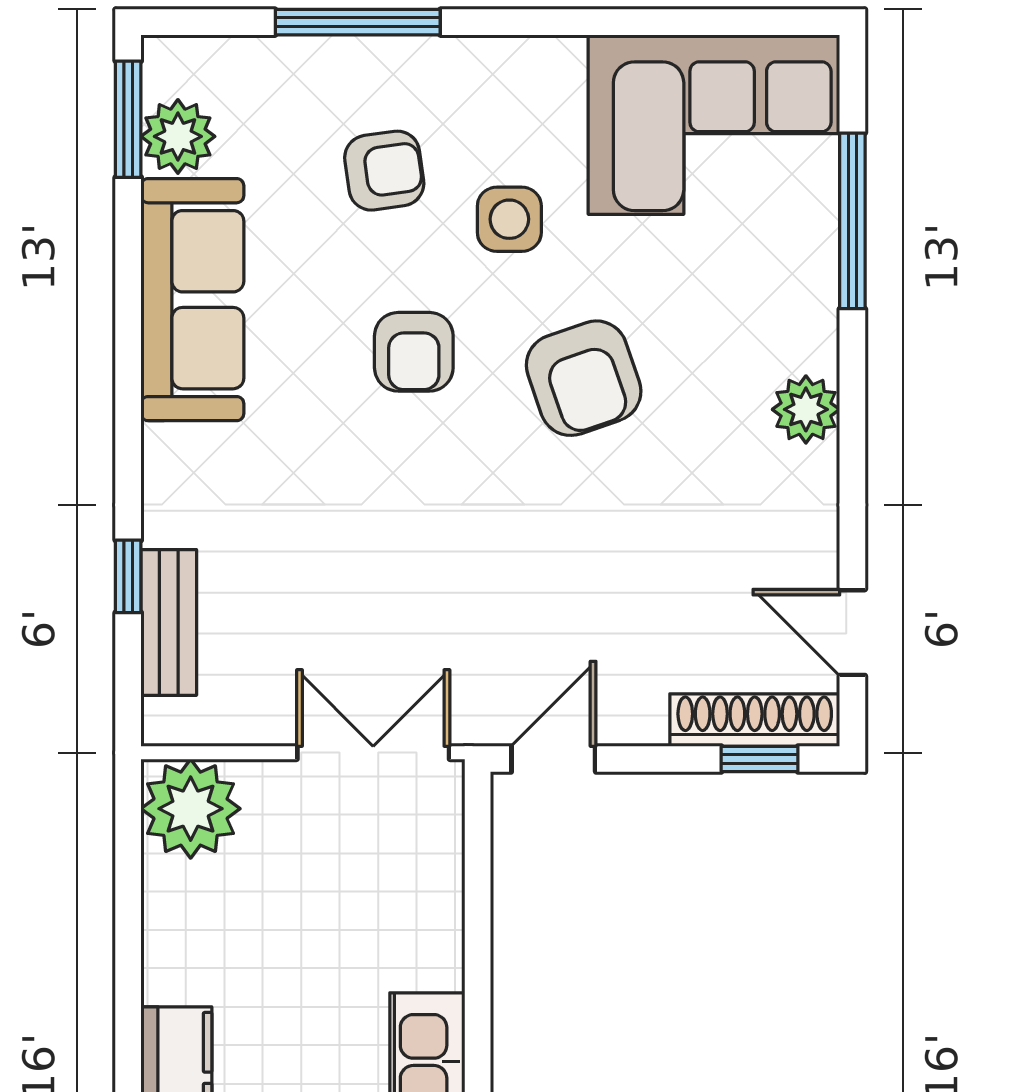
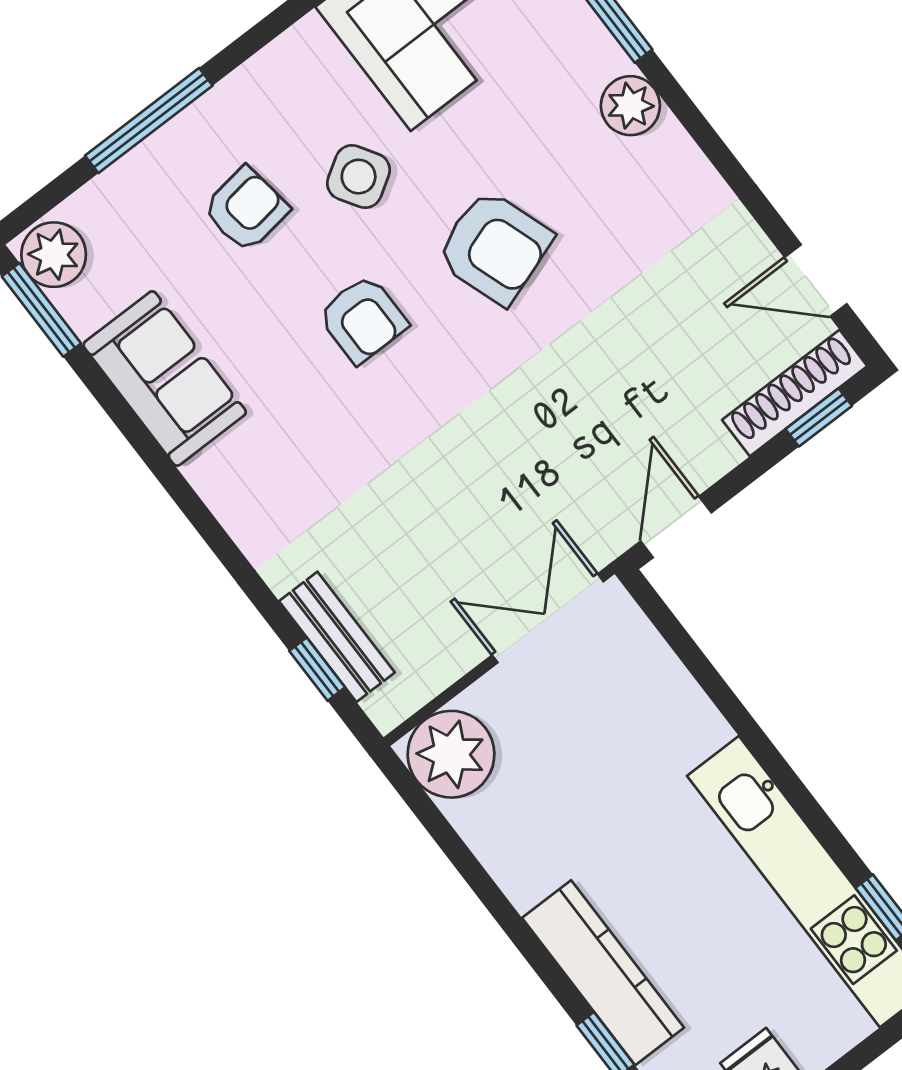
plant: (178, 136) -> (54, 255), moved
side table: (509, 219) -> (359, 177), turned -32
sofa: (192, 300) -> (165, 378), width x0.73
plant: (806, 409) -> (630, 106), moved
window: (128, 576) -> (317, 669), moved

